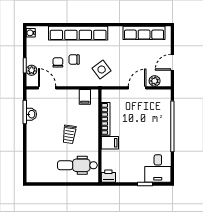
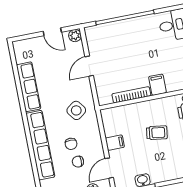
row of seats: (144, 33) -> (29, 87), moved
plant: (155, 81) -> (75, 36), moved
door: (137, 88) -> (89, 66), hinge flipped
filing cabinet: (85, 97) -> (115, 143), moved

